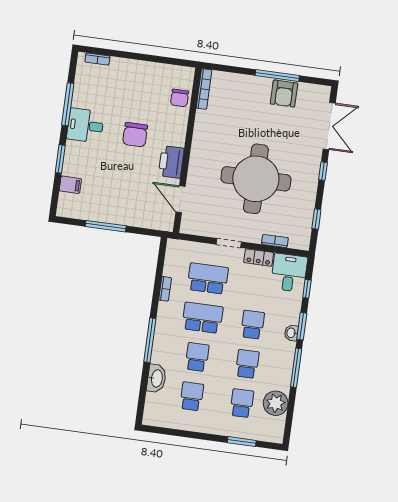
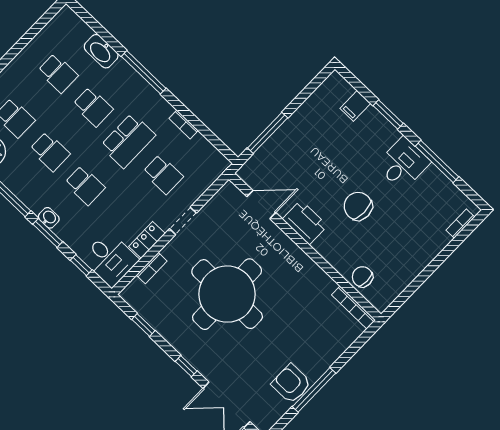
window: (106, 226) -> (268, 133), moved
school desk: (208, 279) -> (163, 174), width x0.54

